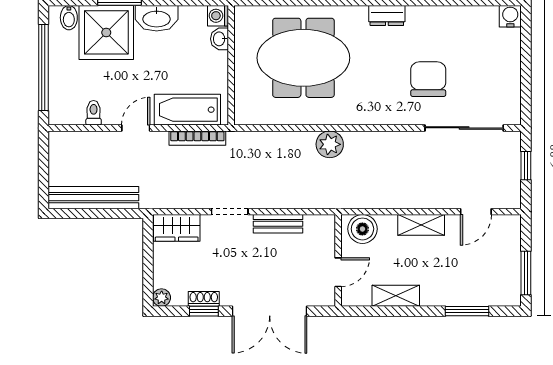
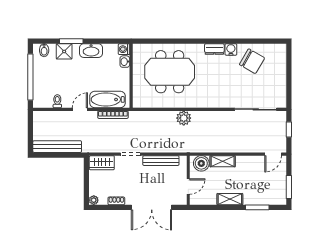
water cooler: (510, 16) -> (231, 49), moved
shower: (106, 32) -> (64, 51), width x0.54, depth x0.54
chair: (428, 79) -> (252, 61), moved, turned 120
door: (476, 212) -> (273, 154), moved
bench: (278, 224) -> (161, 161), width x1.36
shelving: (421, 225) -> (223, 161), moved
shelving: (396, 296) -> (230, 199), moved
window: (204, 311) -> (116, 207), removed

